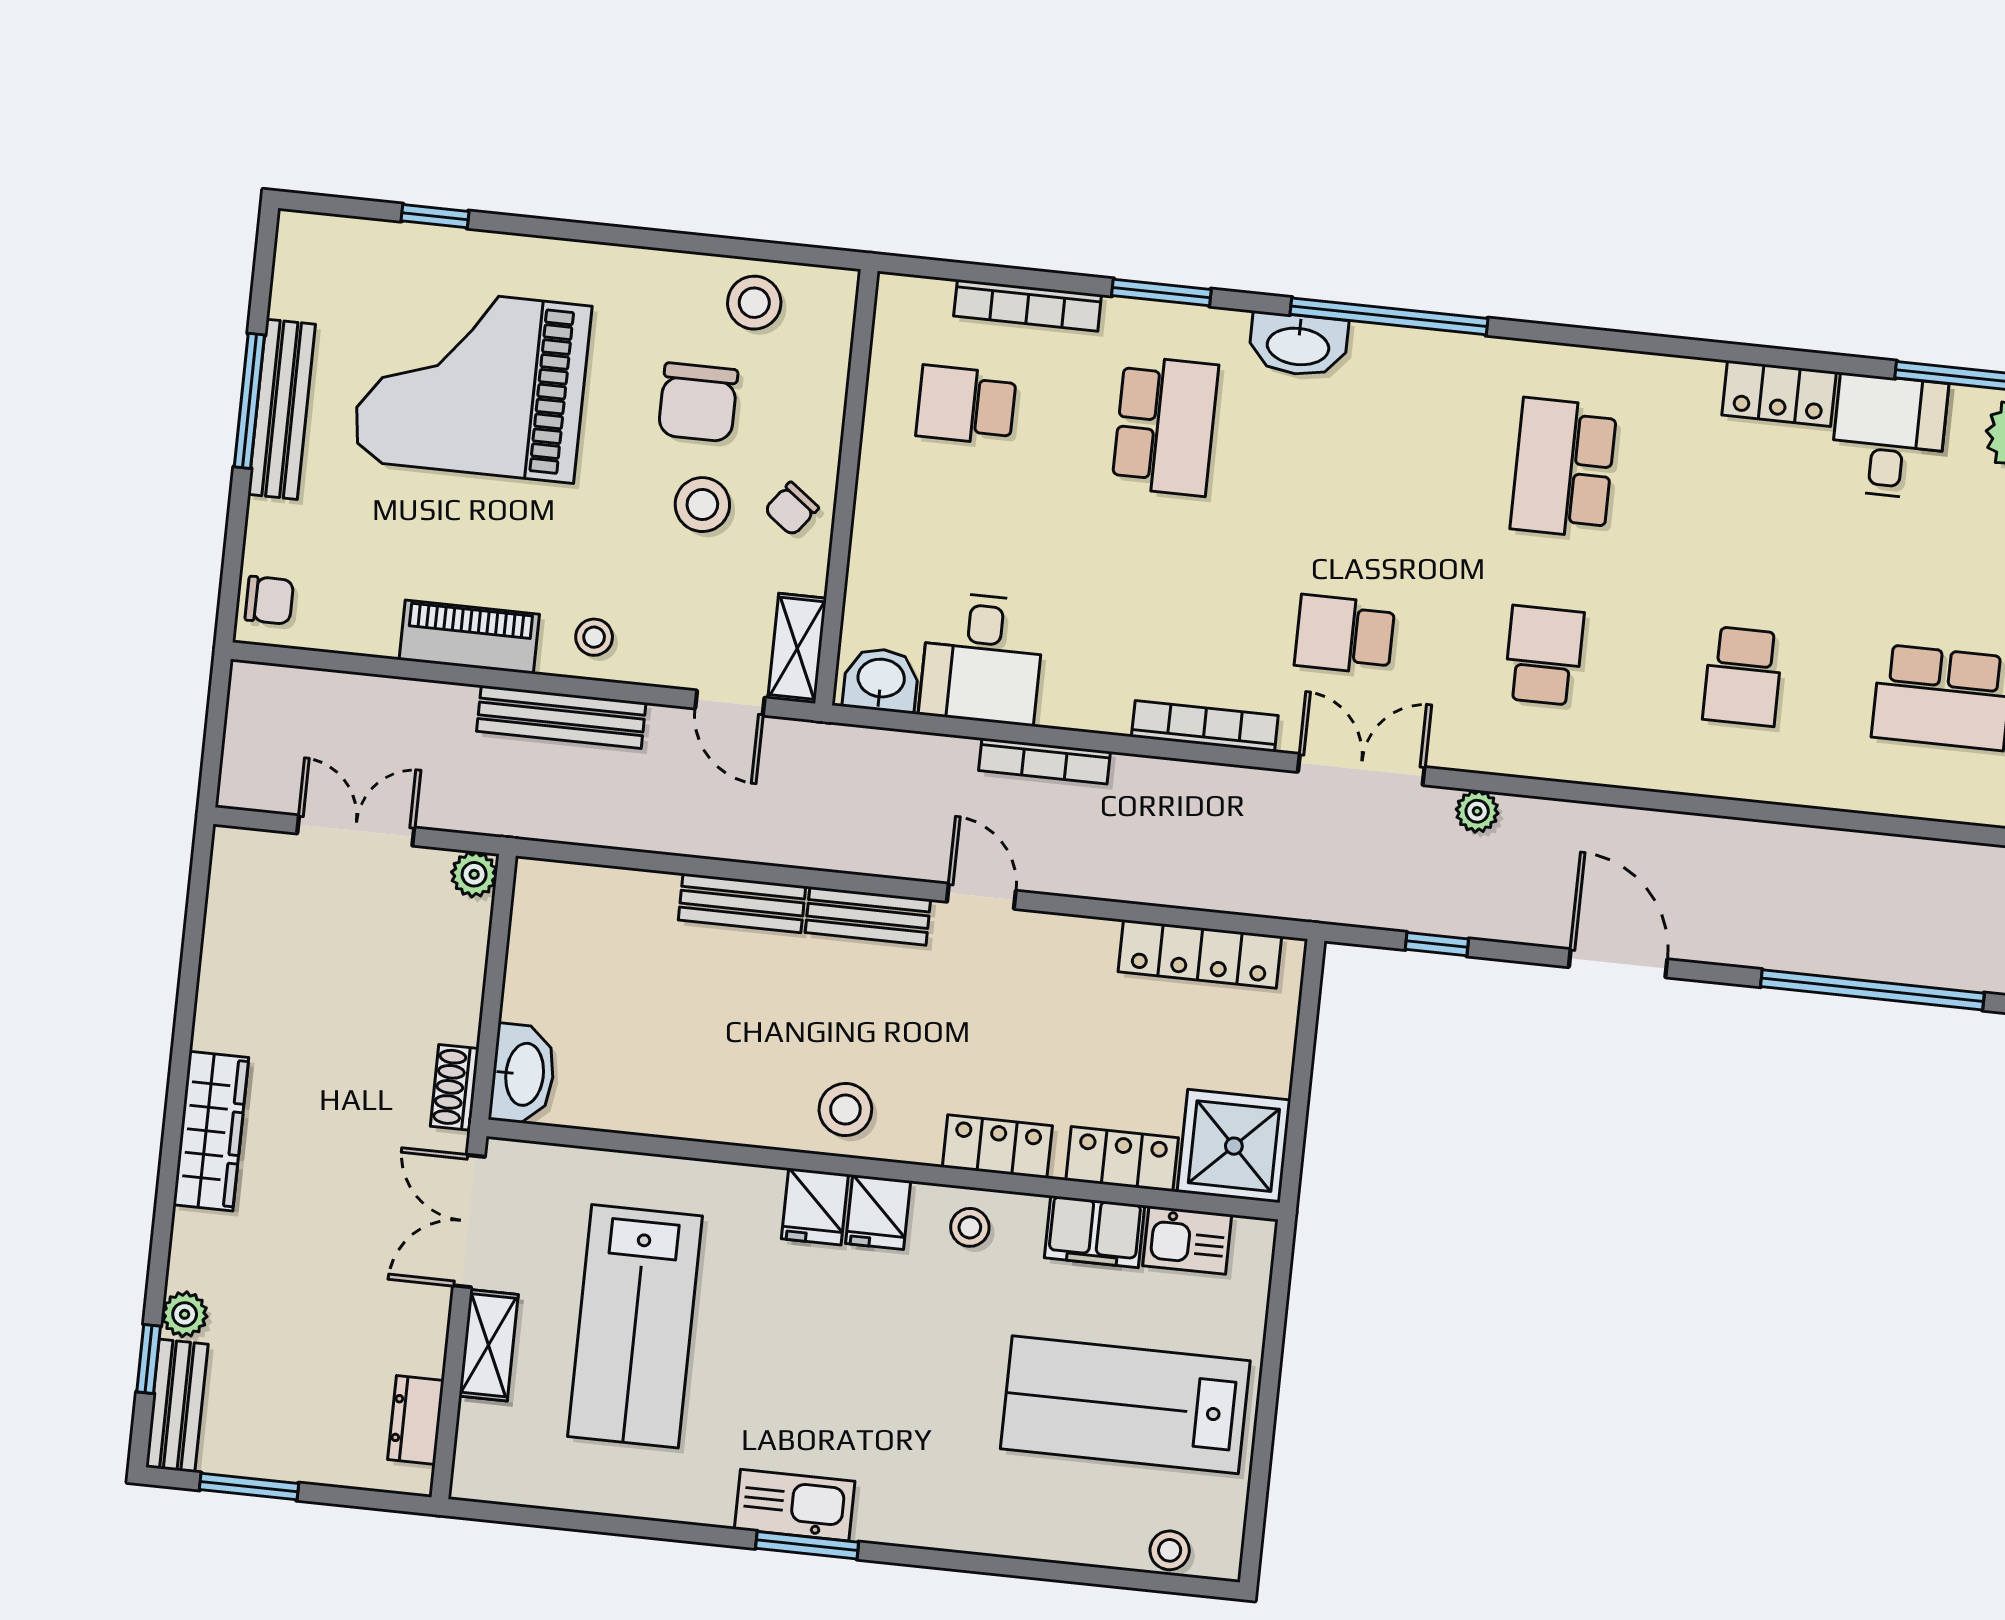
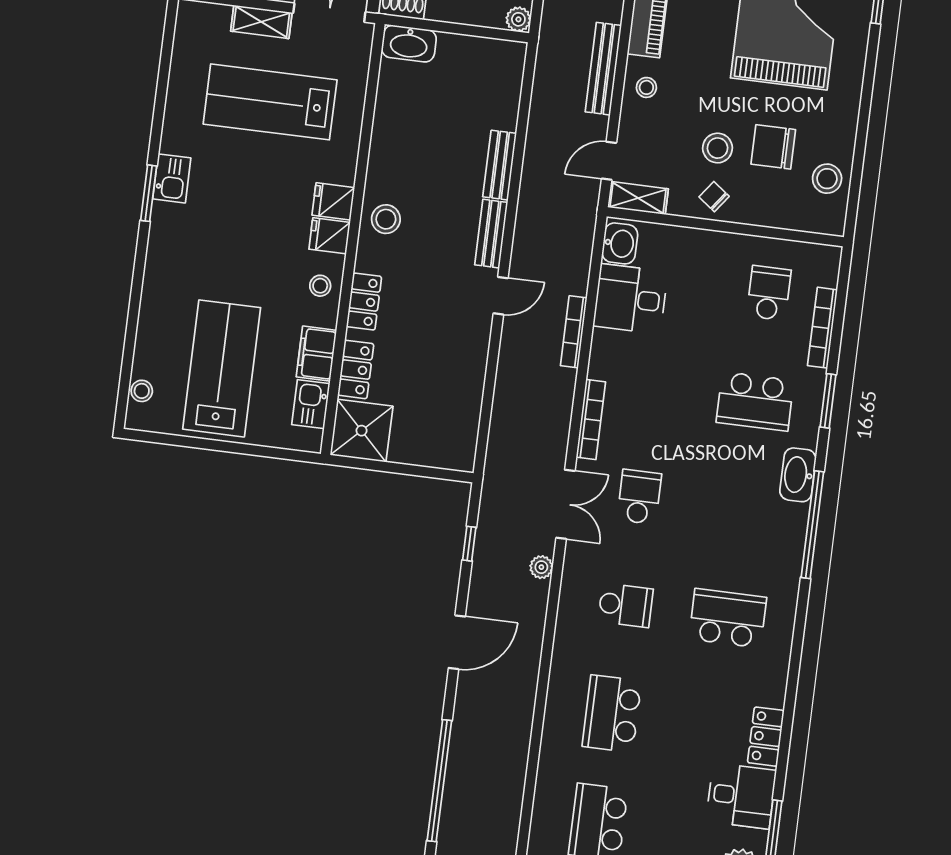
school desk: (1743, 676) -> (612, 714), width x1.85
locker: (1200, 954) -> (467, 414), removed
kitchen sink: (795, 1505) -> (172, 178), width x0.73

